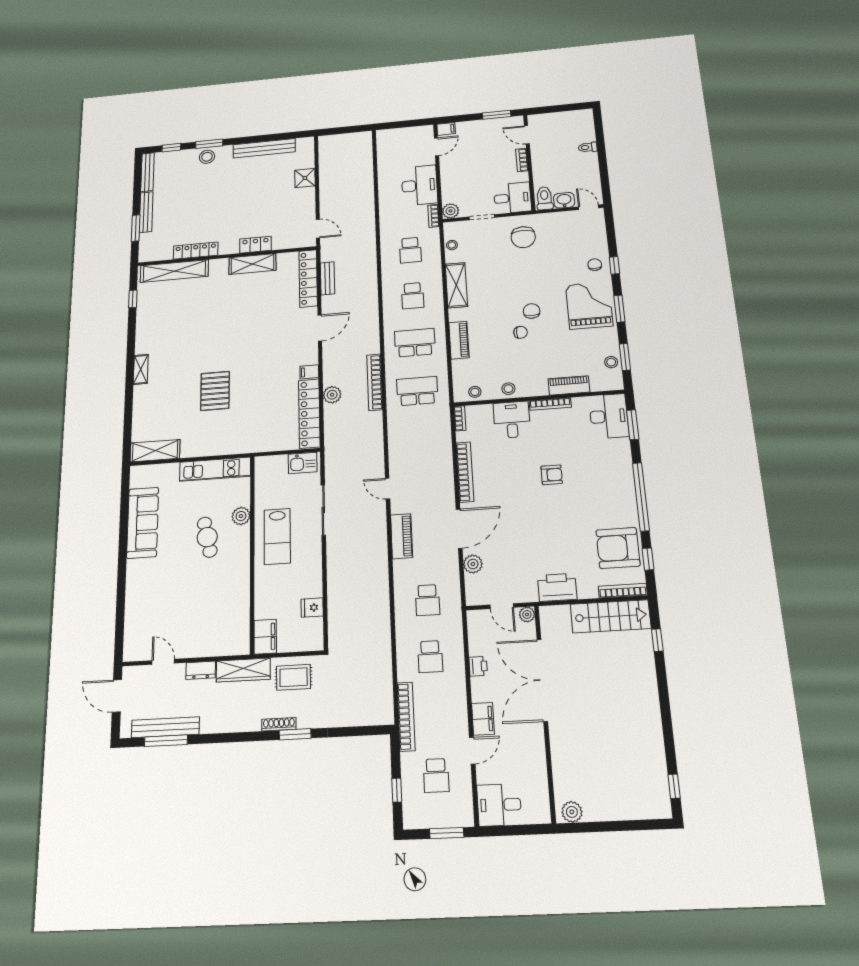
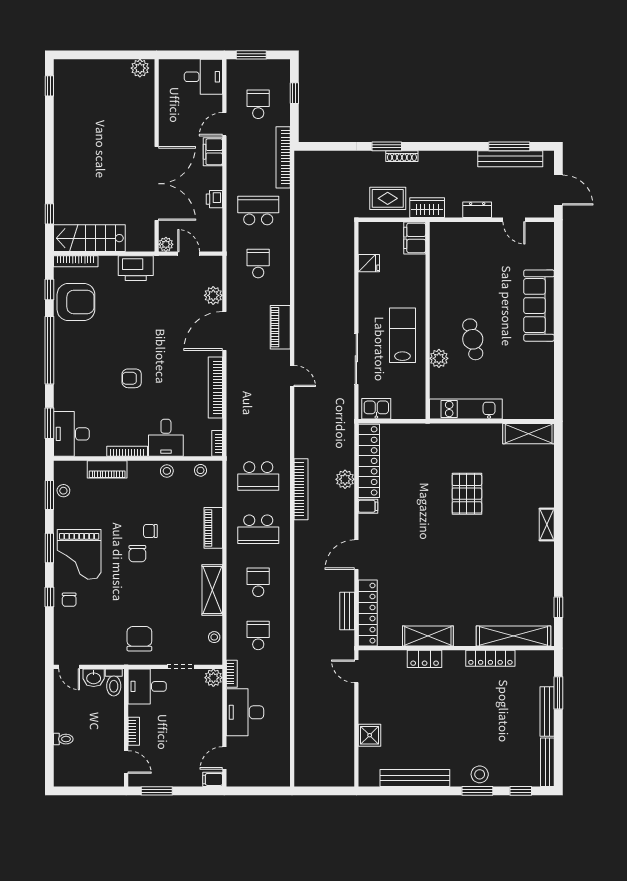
sofa: (143, 523) -> (539, 306), moved
school desk: (430, 657) -> (258, 210), width x1.85
wardrobe: (243, 670) -> (427, 208), width x0.67

